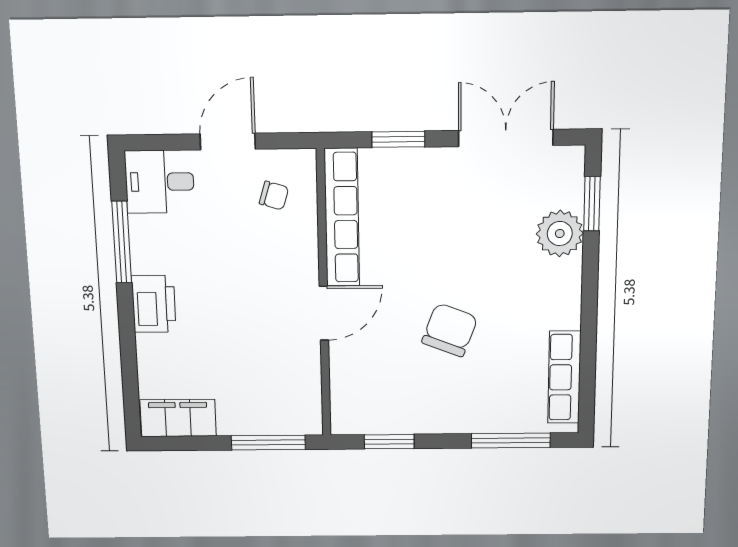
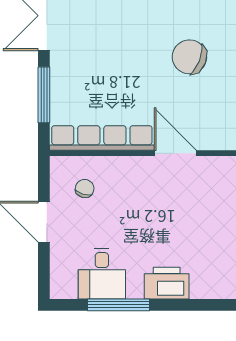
window: (398, 139) -> (44, 95), width x1.44
desk: (160, 182) -> (102, 274), moved

